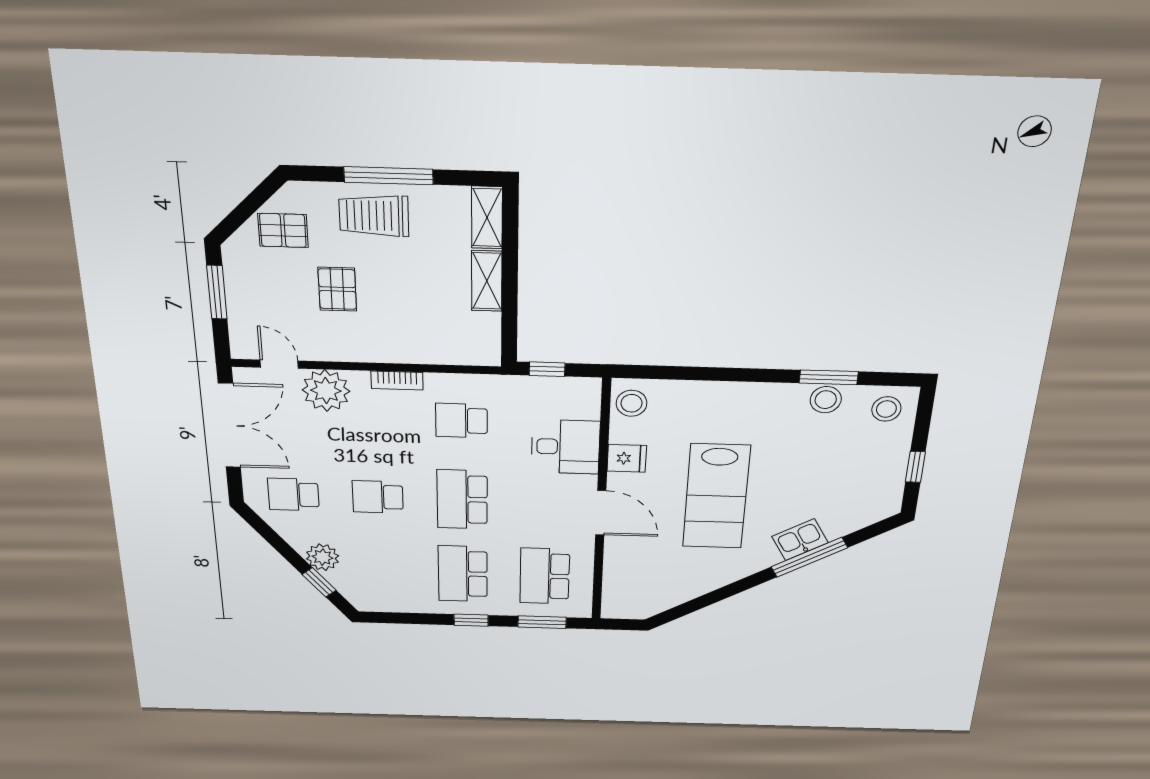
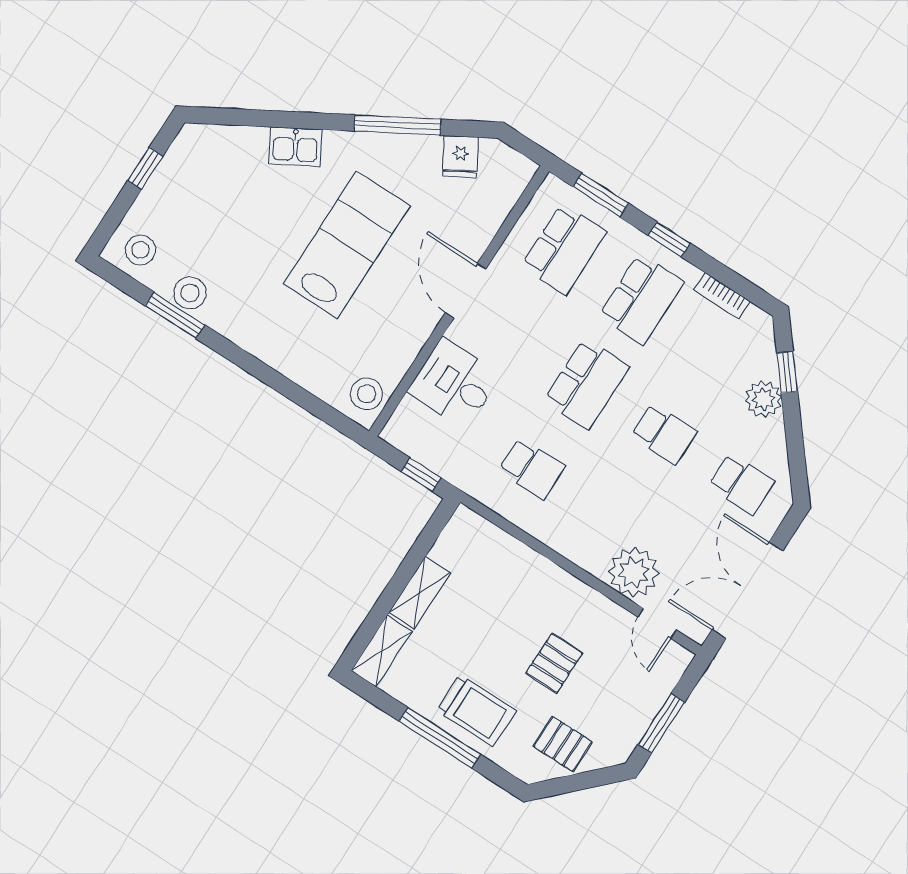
bookcase: (397, 381) -> (722, 296), moved, turned 180
fridge: (627, 458) -> (460, 157), moved, turned -120
window: (809, 557) -> (397, 125), moved

